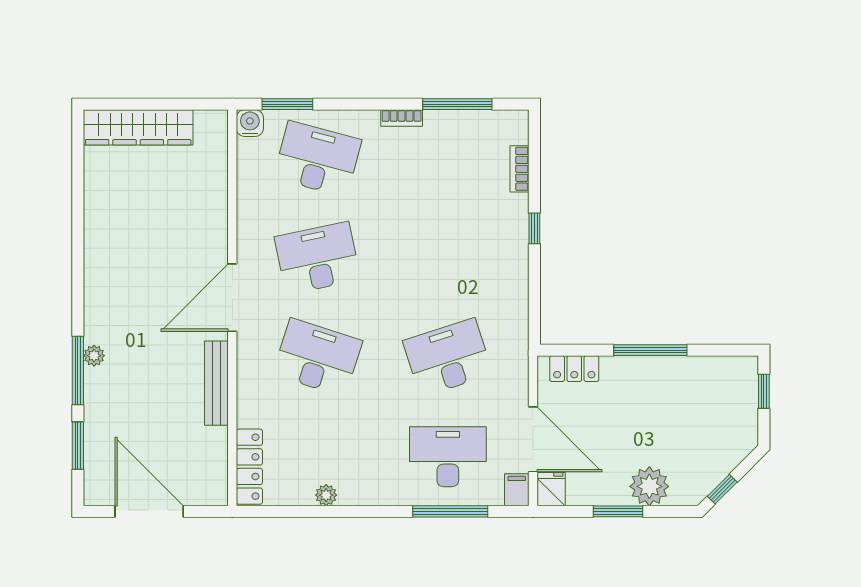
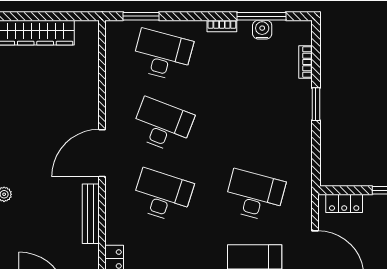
water cooler: (250, 123) -> (262, 30), moved
window: (534, 228) -> (316, 104), width x1.50
desk: (318, 258) -> (162, 125), turned 33
desk: (448, 357) -> (255, 196), turned 33

